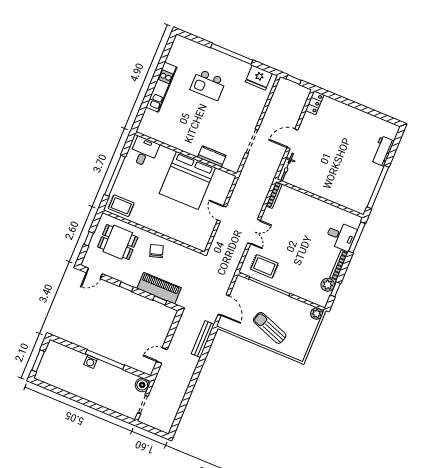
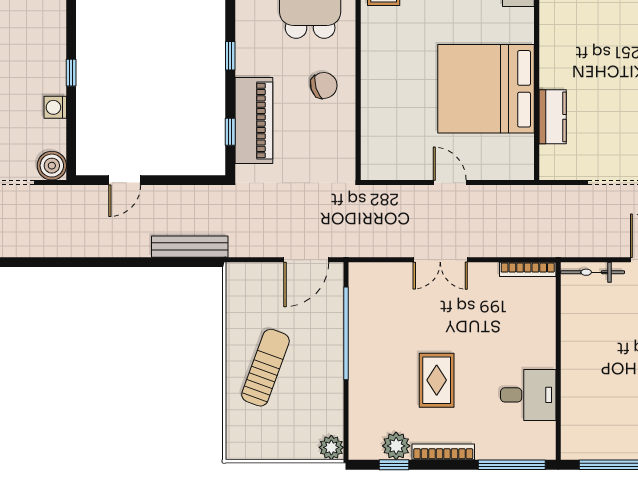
door: (222, 213) -> (450, 183), hinge flipped
desk: (341, 236) -> (528, 395), moved, turned -90
rug: (264, 266) -> (437, 380), moved
door: (224, 305) -> (306, 260), moved
door: (162, 356) -> (125, 180), swing flipped
window: (105, 360) -> (71, 73), width x0.32
washing machine: (90, 362) -> (55, 107), moved

